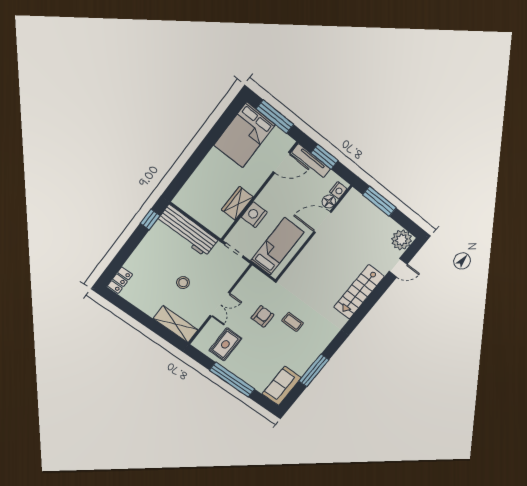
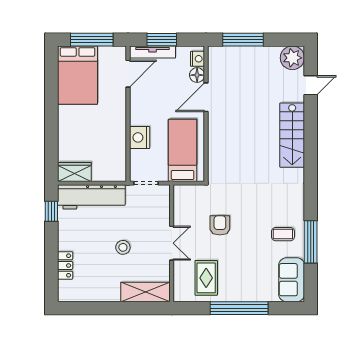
wardrobe: (237, 203) -> (74, 172), moved, turned 90
locker: (120, 280) -> (65, 265), moved
coffee table: (293, 322) -> (283, 234), moved

